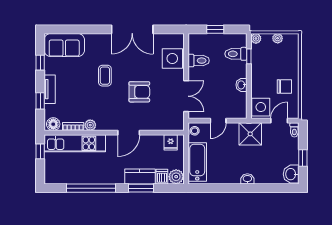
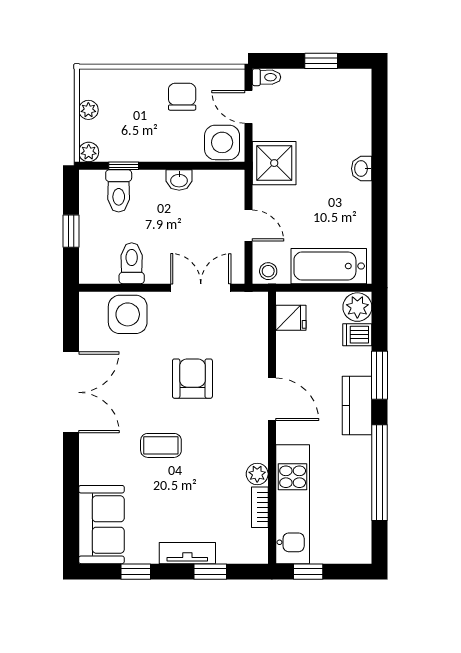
floor lamp: (53, 124) -> (255, 546), removed
washbasin: (291, 174) -> (352, 84), removed
kitchen counter: (140, 177) -> (357, 406), moved

